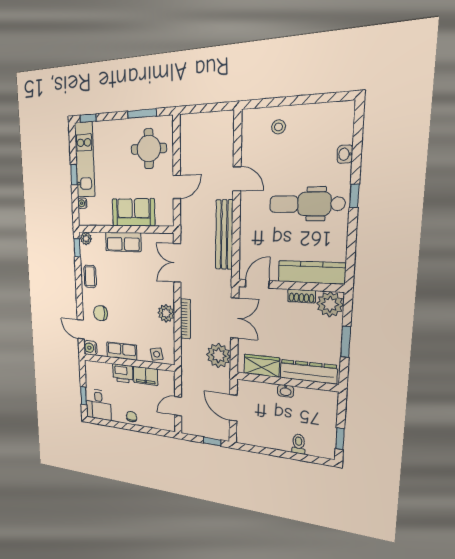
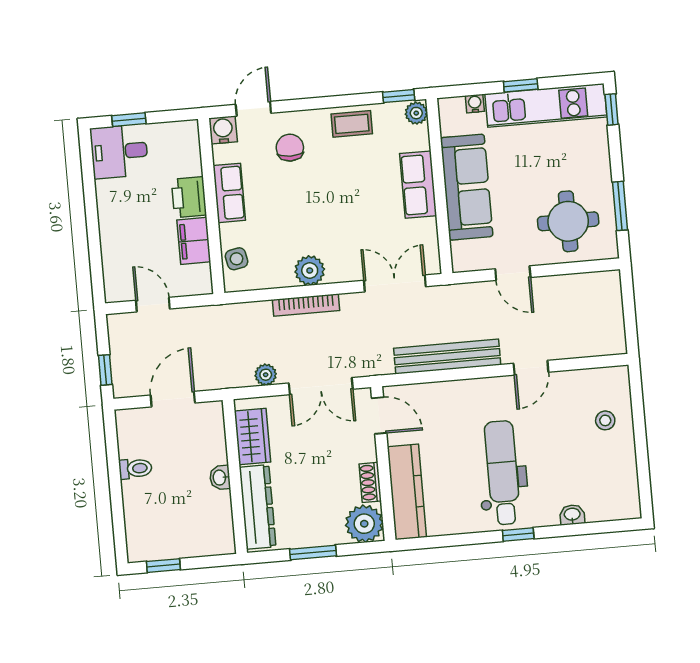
sofa: (133, 212) -> (467, 187), width x1.36
plant: (218, 355) -> (266, 375), width x0.53, depth x0.53
chair: (132, 417) -> (112, 219), removed
toilet: (299, 444) -> (135, 469), moved

